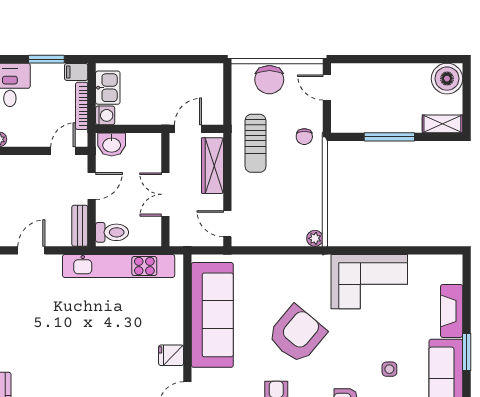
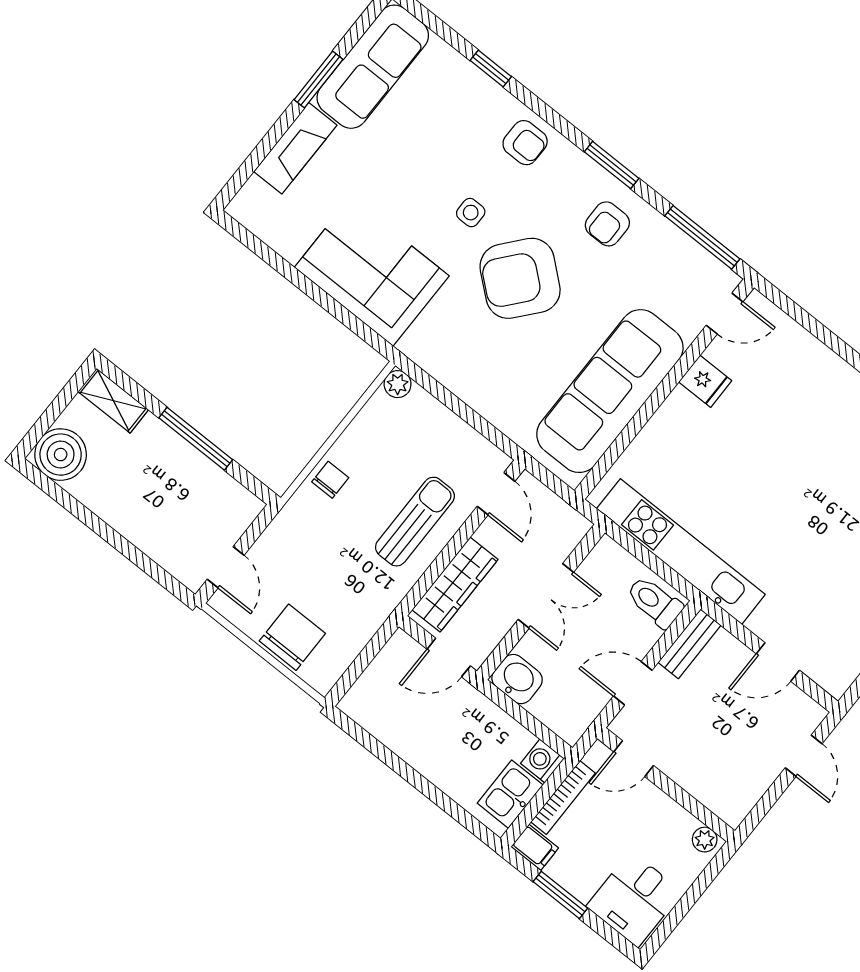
chair: (304, 137) -> (330, 480), moved
sun lounger: (255, 143) -> (415, 522), moved
washbasin: (112, 144) -> (517, 679), moved
side table: (389, 369) -> (471, 213), moved

